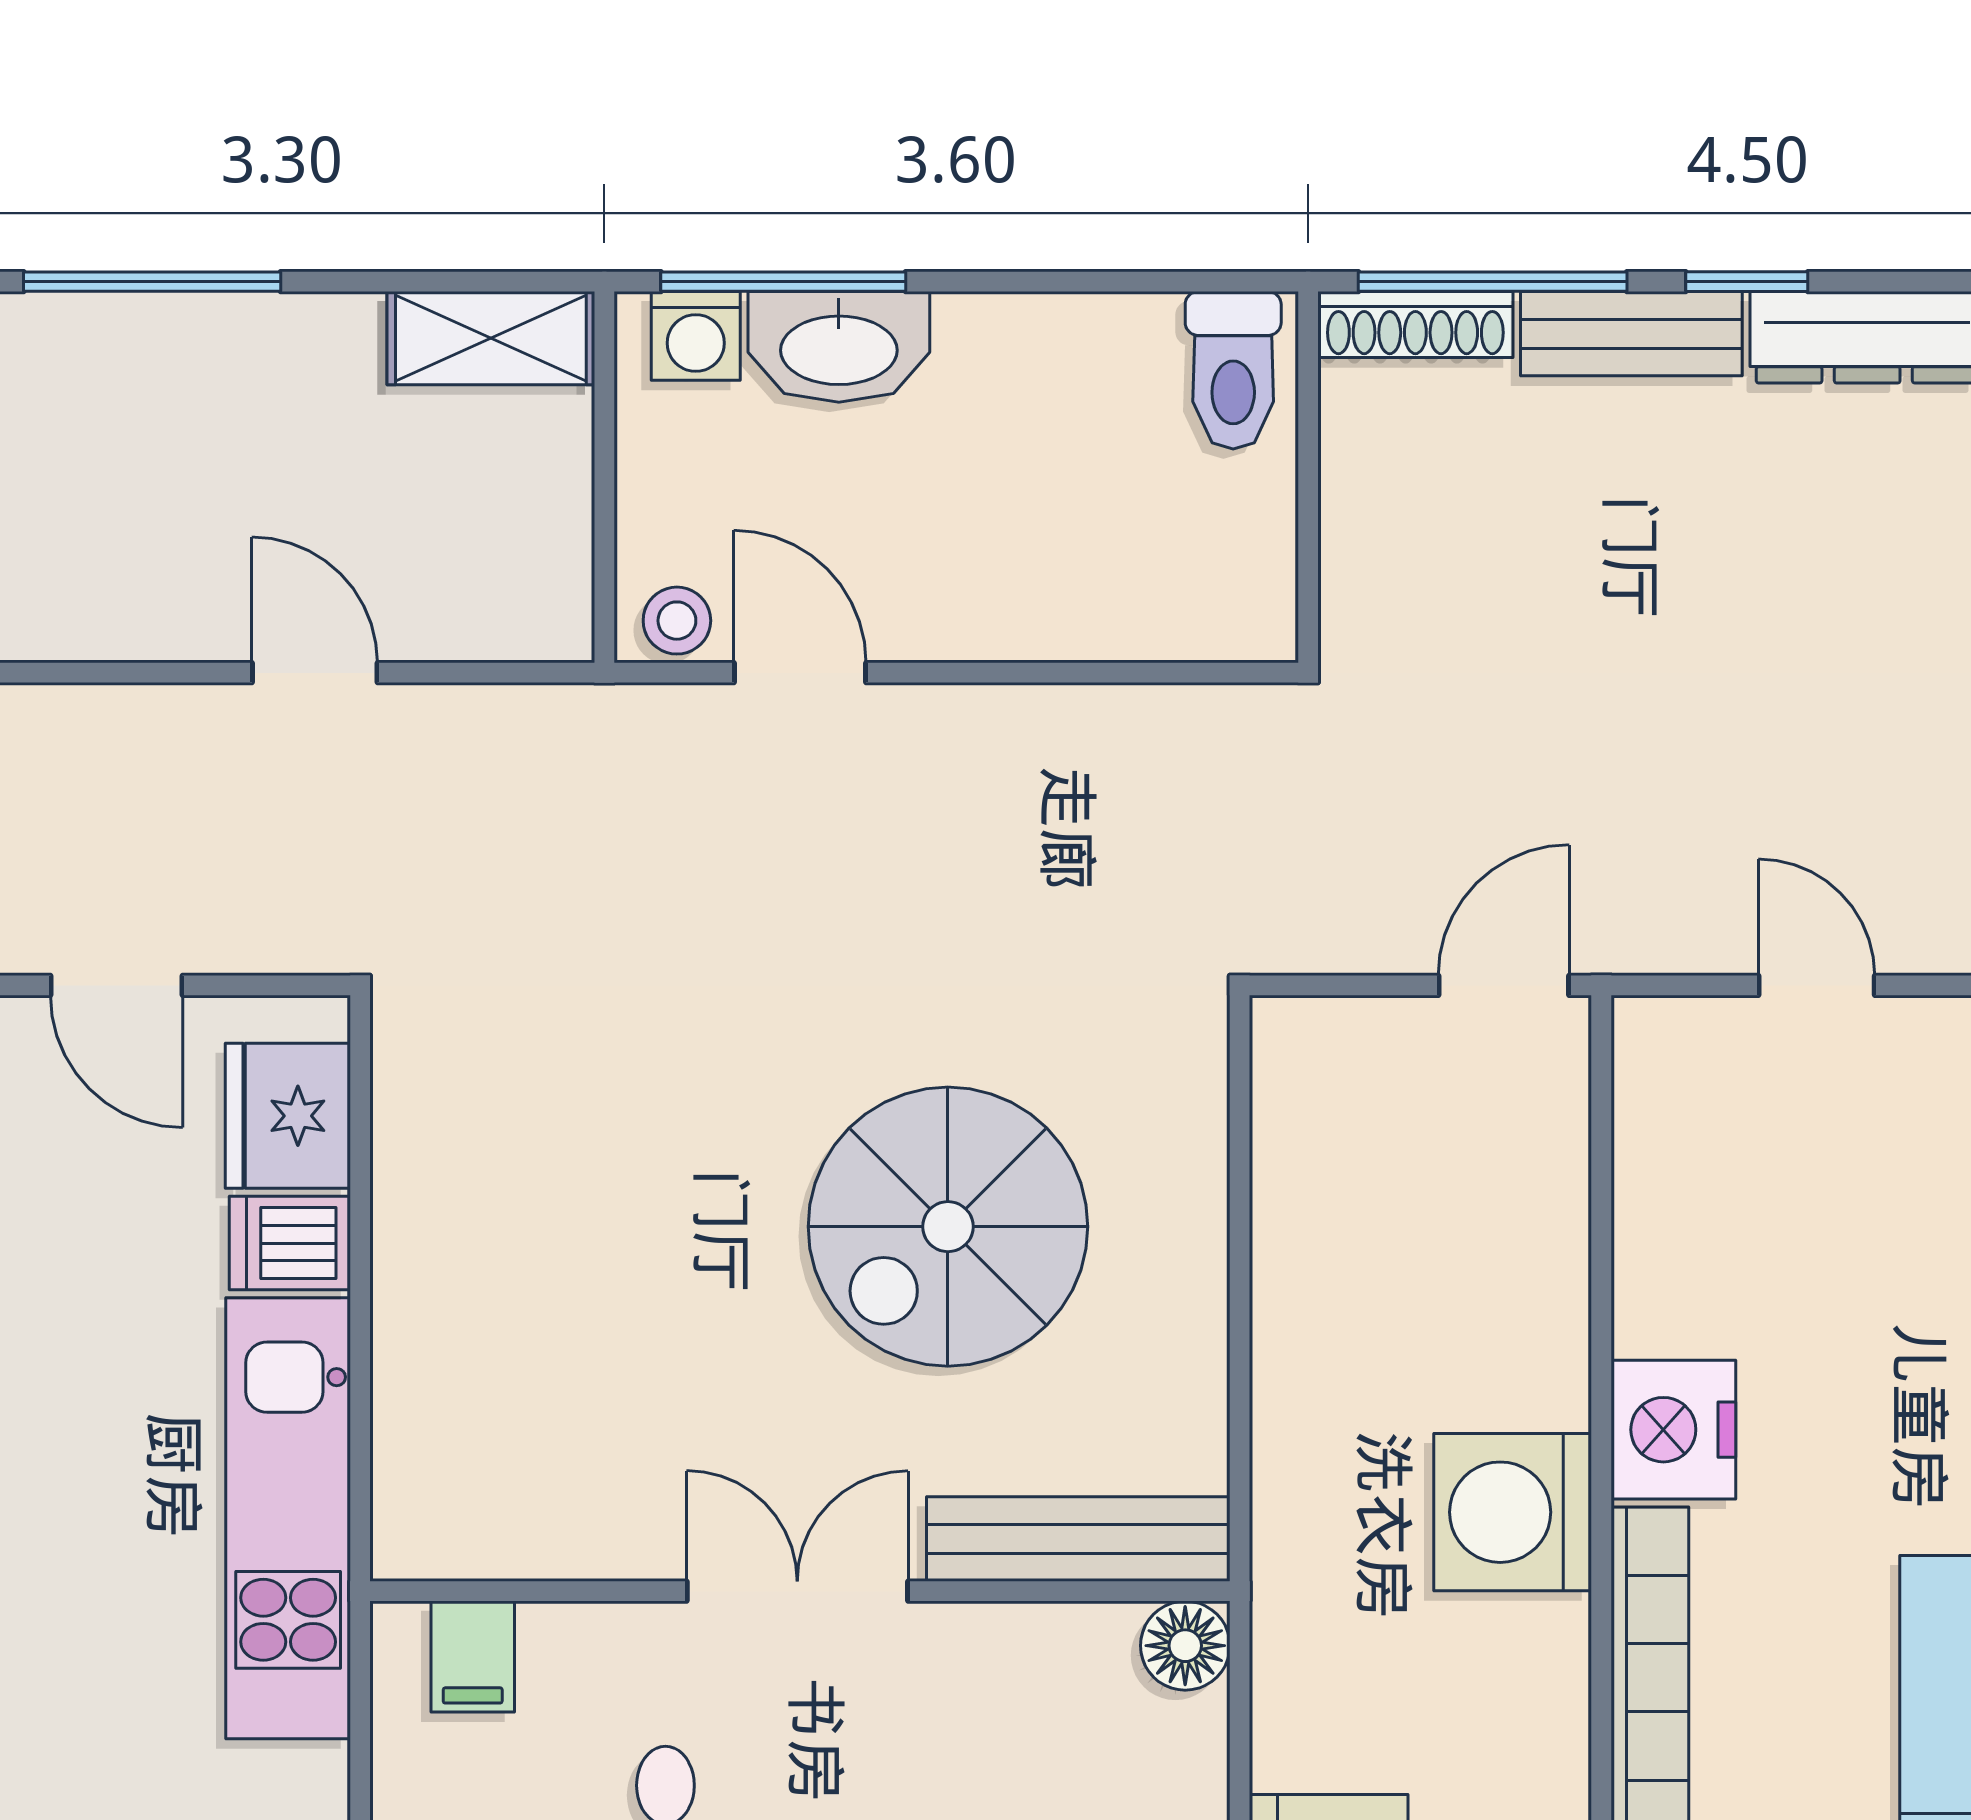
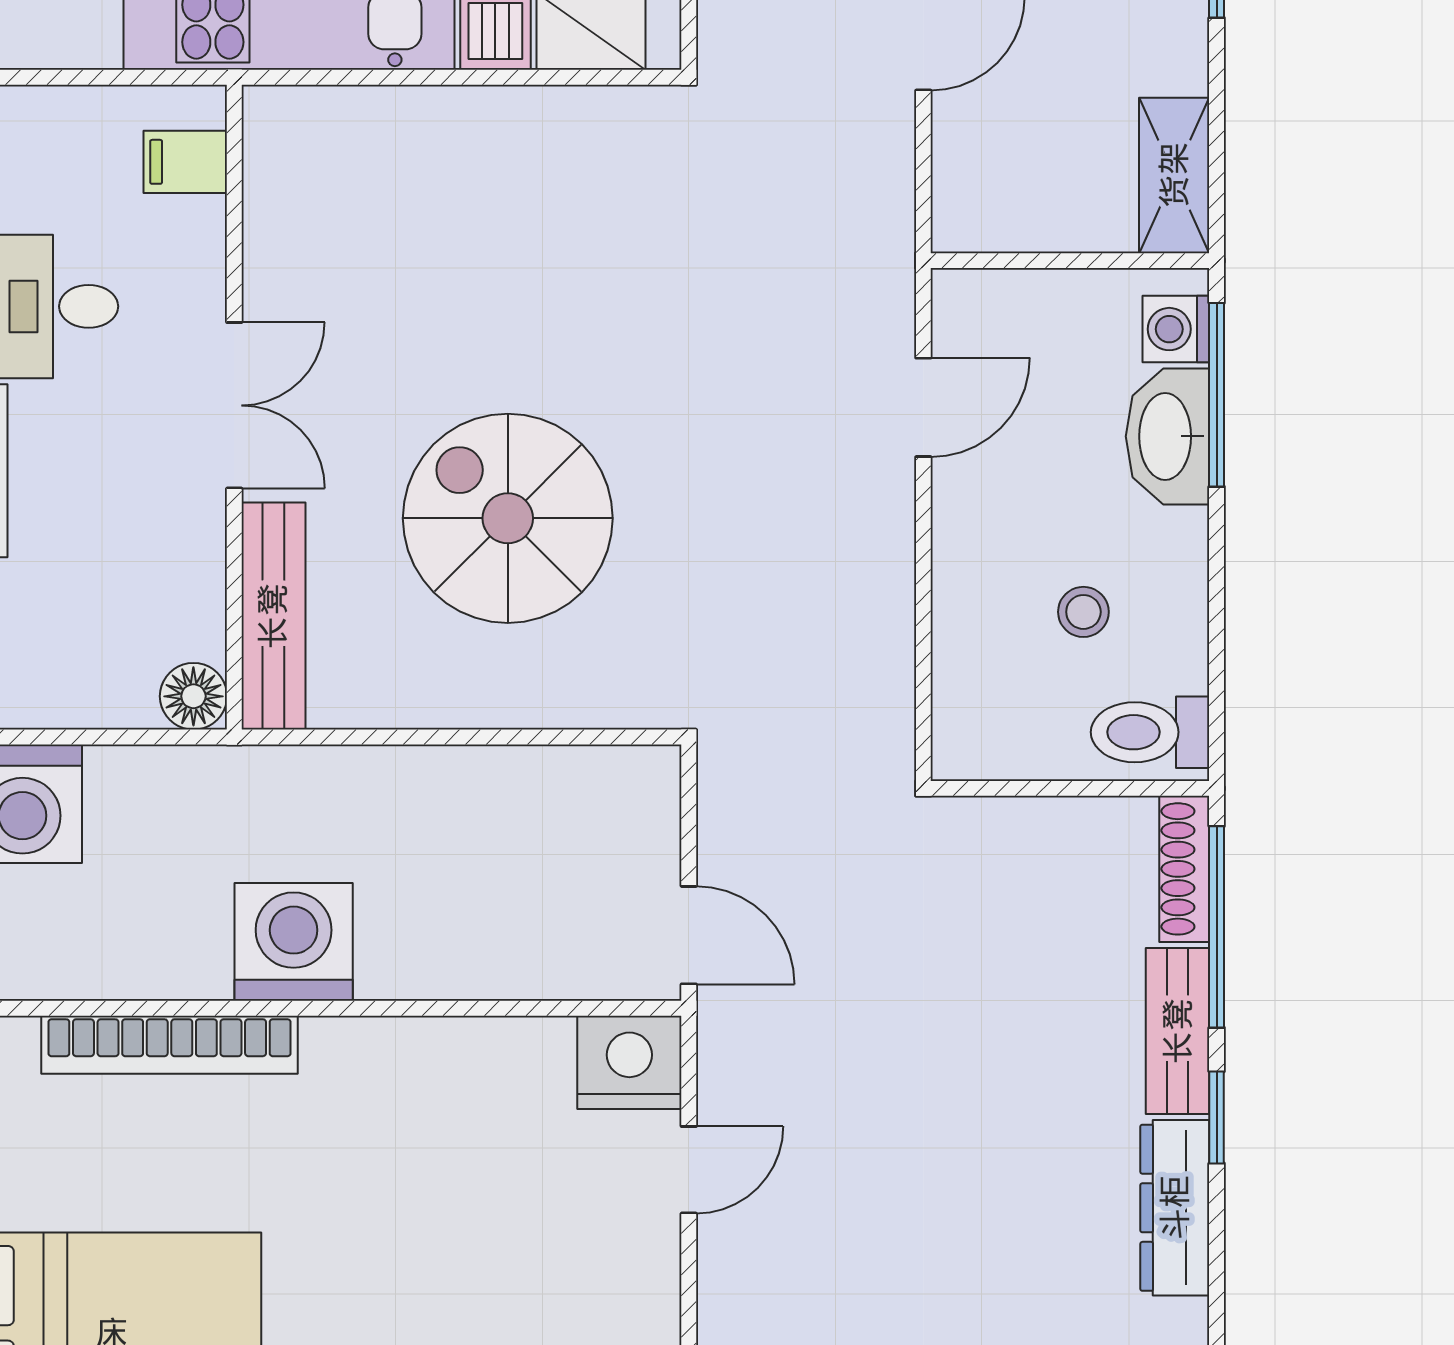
stool: (677, 621) -> (1083, 612), moved
nightstand: (1673, 1430) -> (629, 1062), moved

